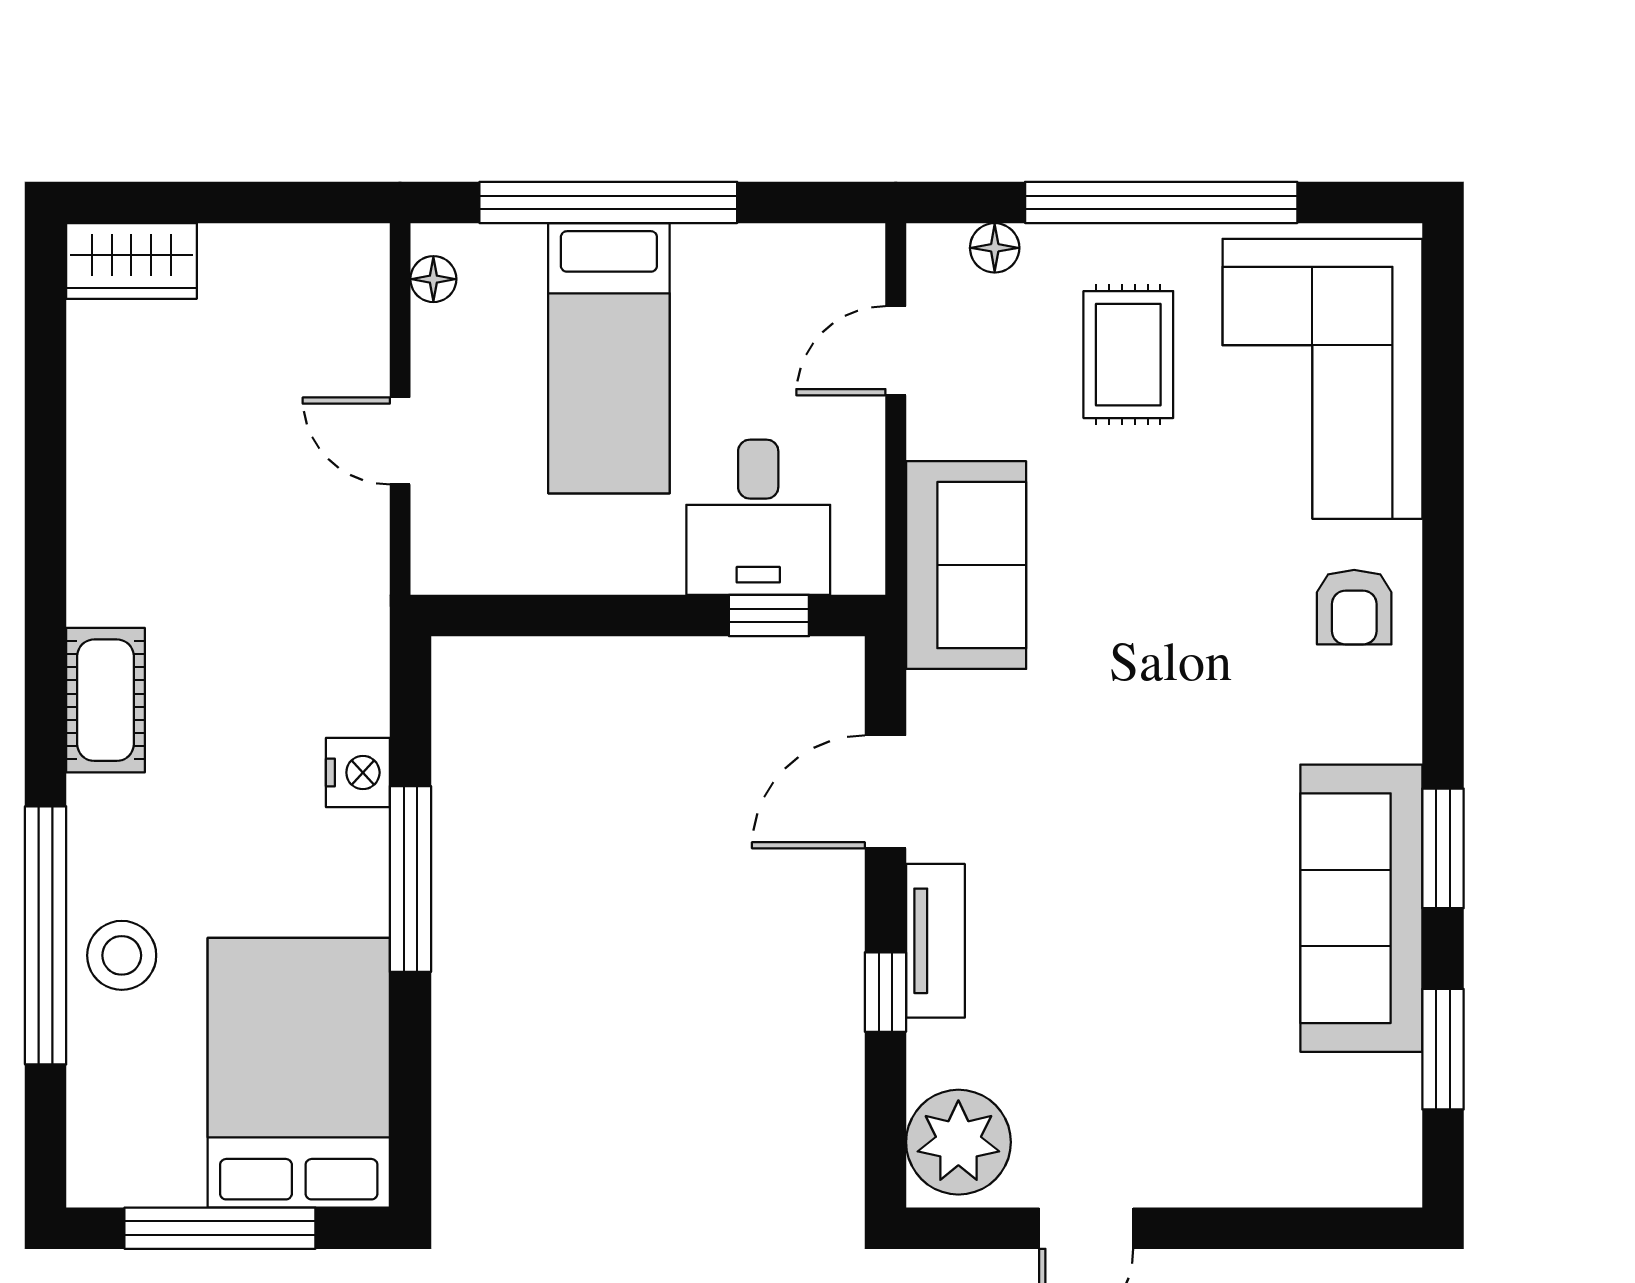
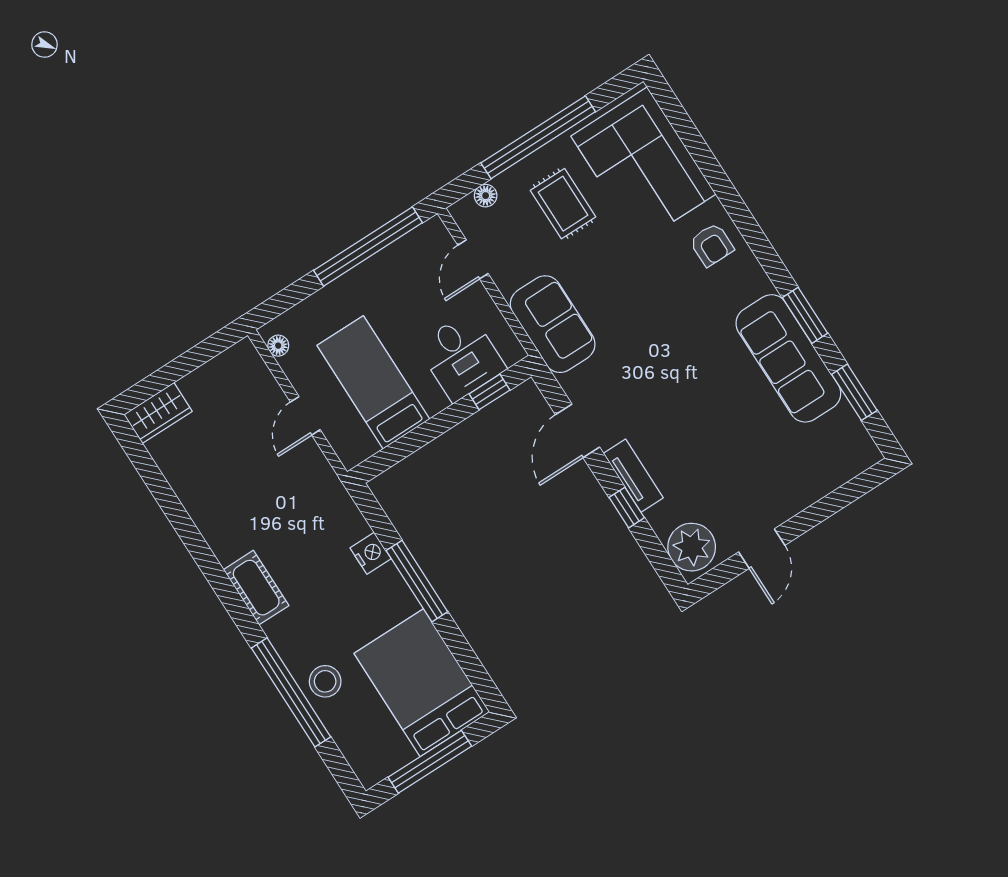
window: (608, 202) -> (368, 246), moved
bed: (609, 358) -> (373, 382), moved, turned 180
door: (400, 441) -> (305, 416), hinge flipped

